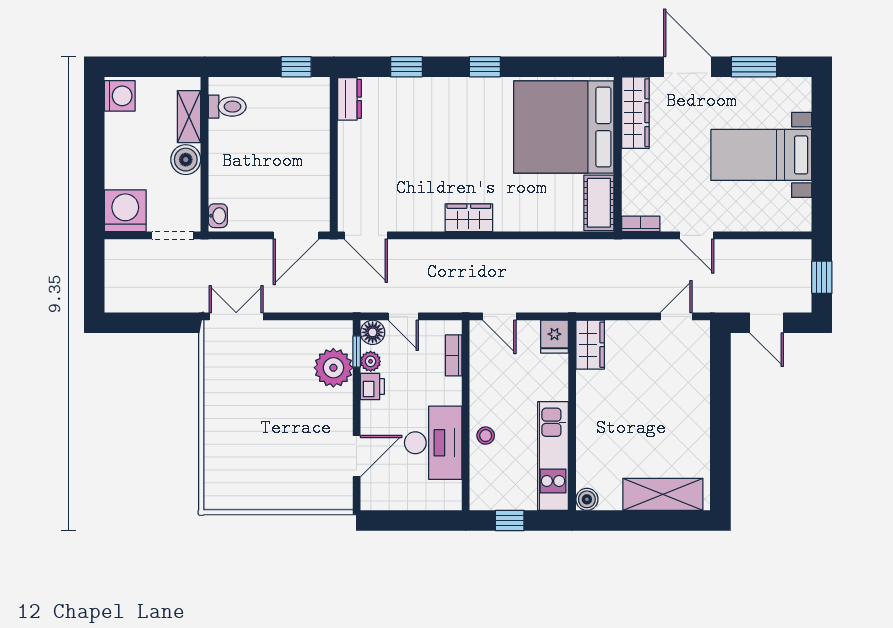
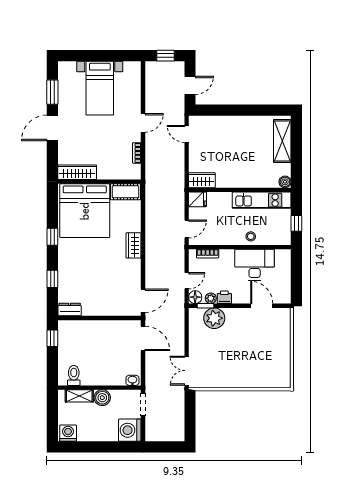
wardrobe: (635, 113) -> (77, 172), moved
bed: (564, 127) -> (85, 211), moved
wall: (618, 154) -> (99, 182), moved
cot: (599, 203) -> (126, 192), moved

